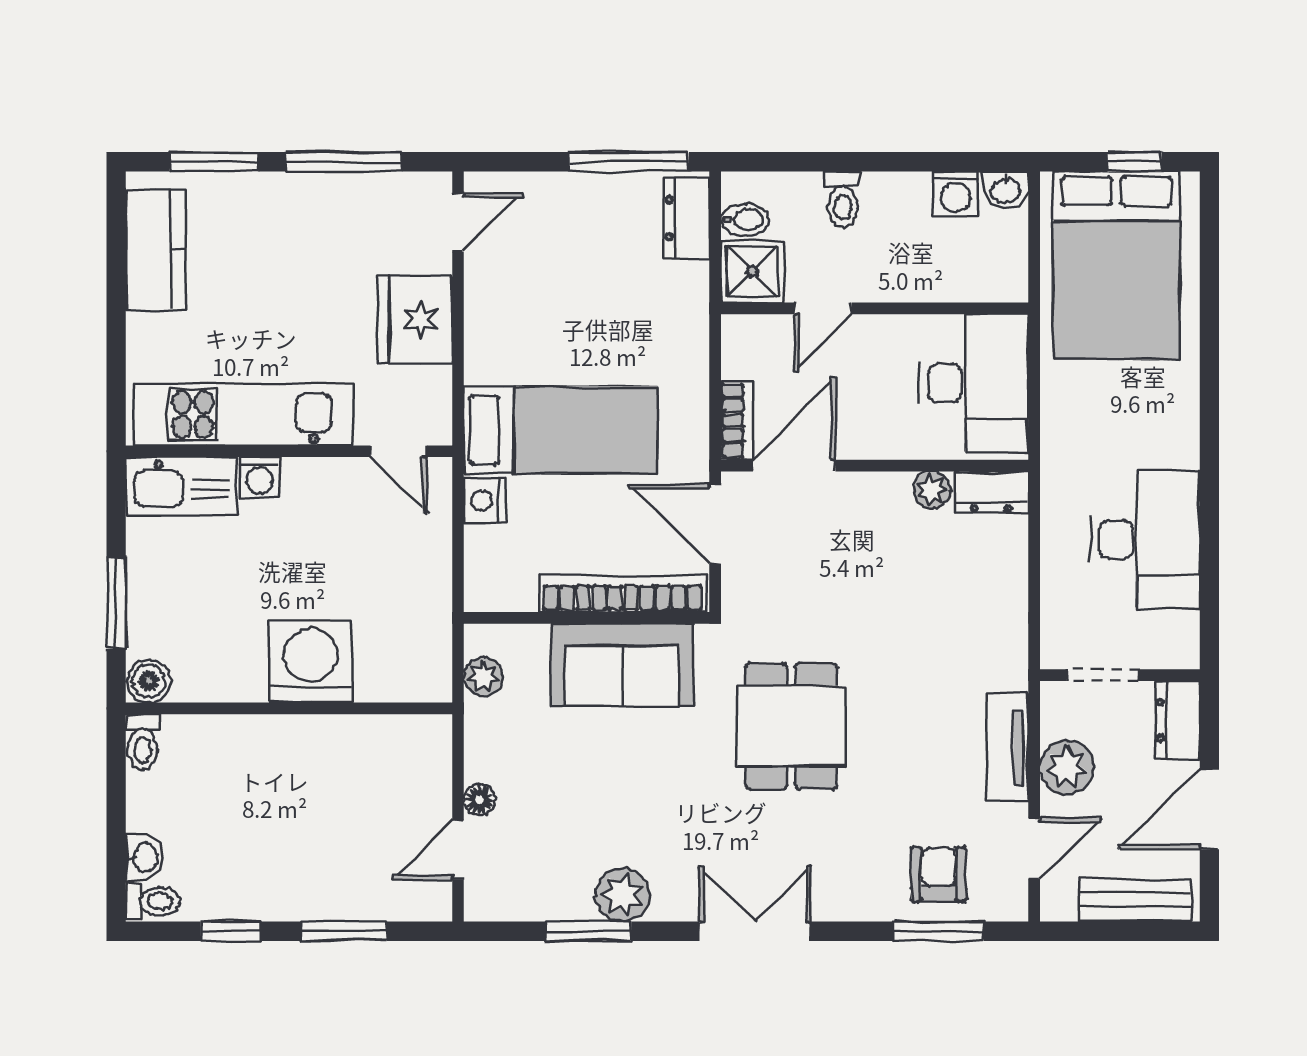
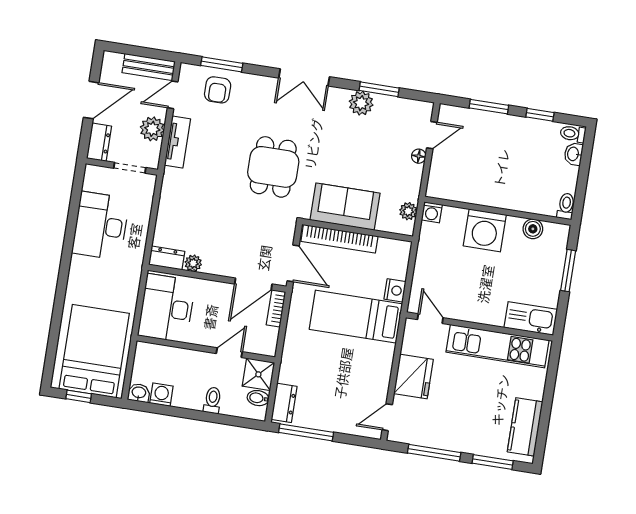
washing machine: (260, 477) -> (432, 212), moved, turned 180
boiler: (149, 681) -> (533, 229), moved
bench: (1136, 900) -> (149, 67), moved

